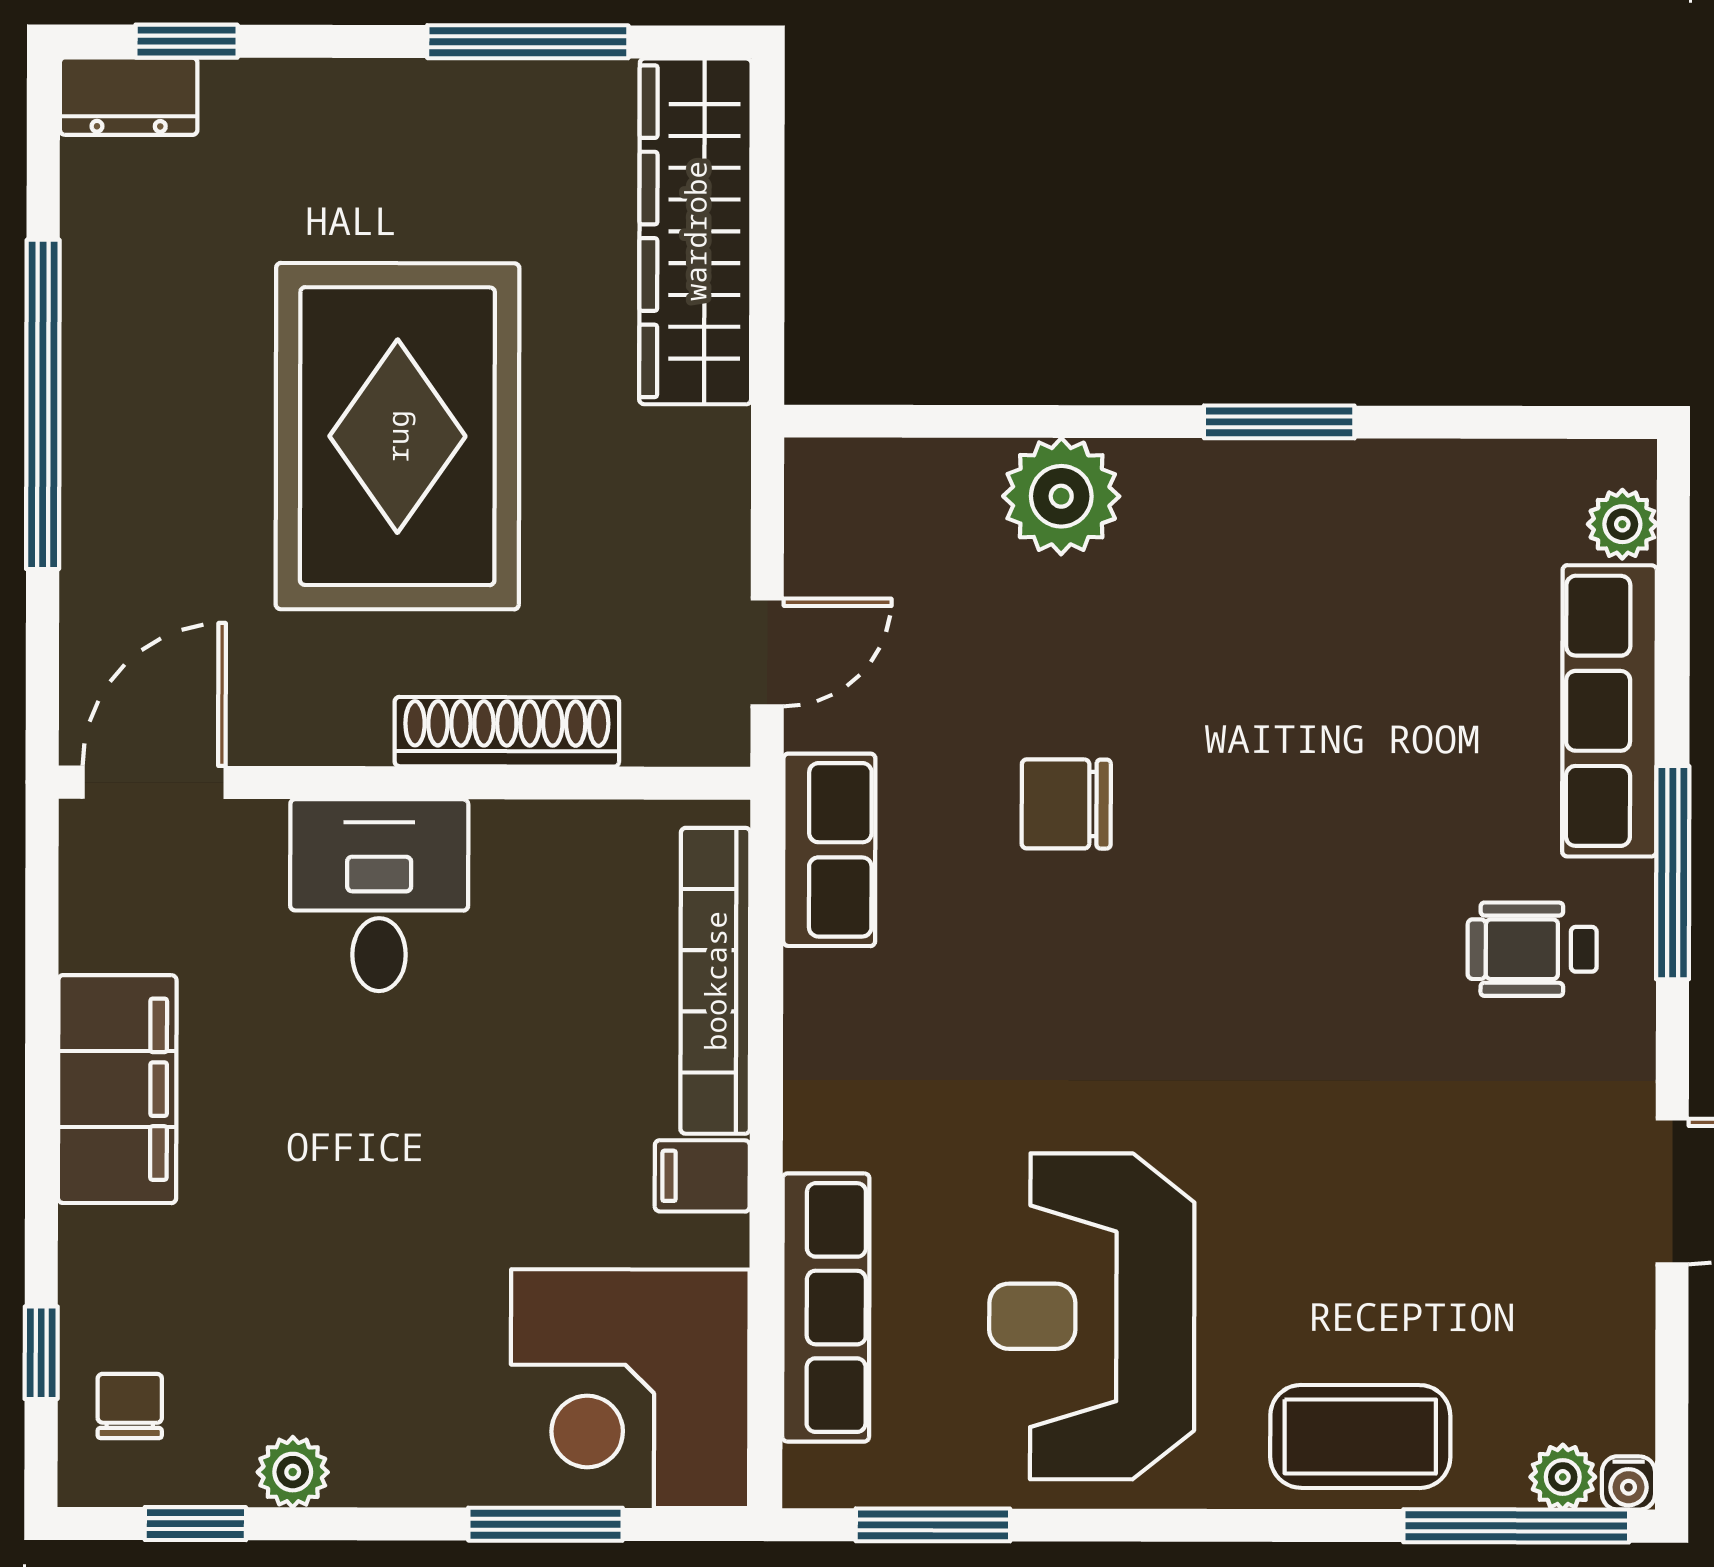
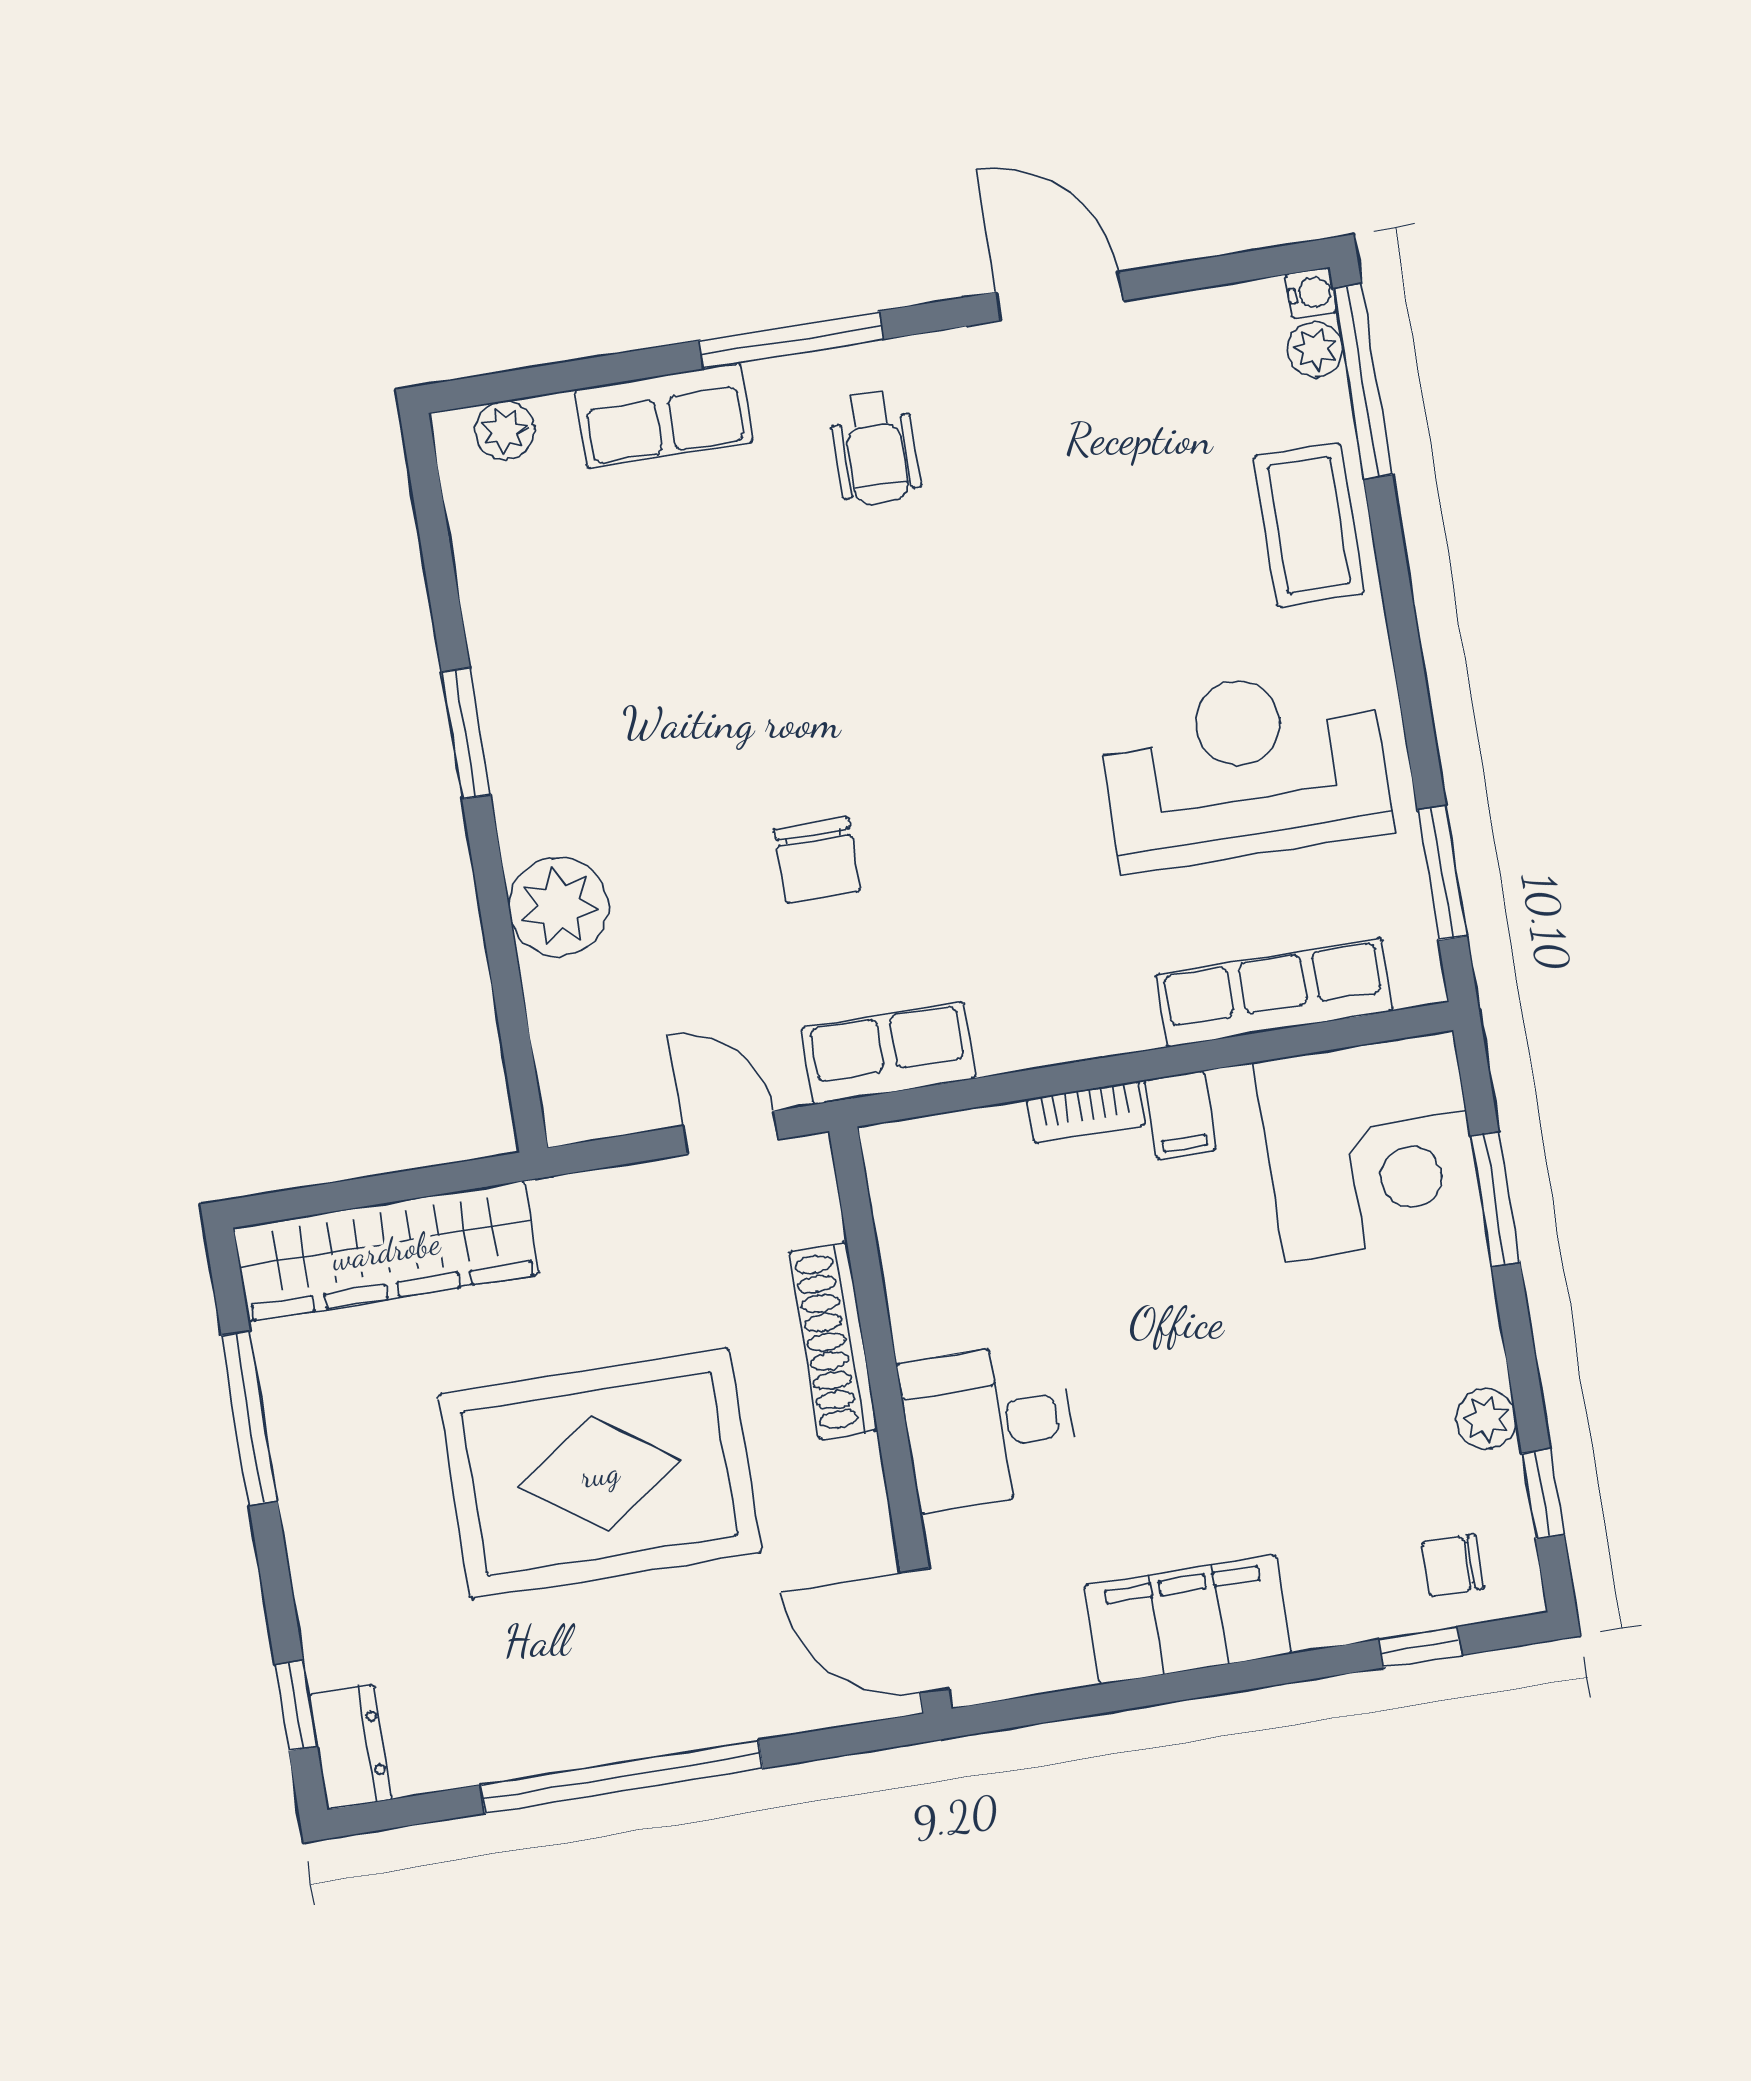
row of seats: (1609, 711) -> (664, 415), width x0.68
bookcase: (715, 981) -> (1086, 1112), width x0.43, depth x0.76
reception desk: (1092, 1316) -> (1245, 768), turned 180

